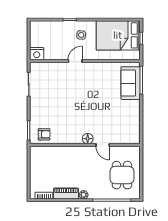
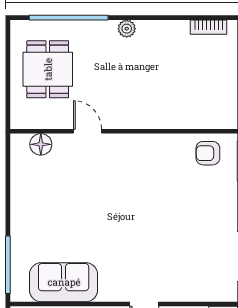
sofa: (131, 83) -> (64, 282), moved, turned -90
floor lamp: (88, 139) -> (41, 144), moved
piano: (66, 194) -> (163, 31), removed

